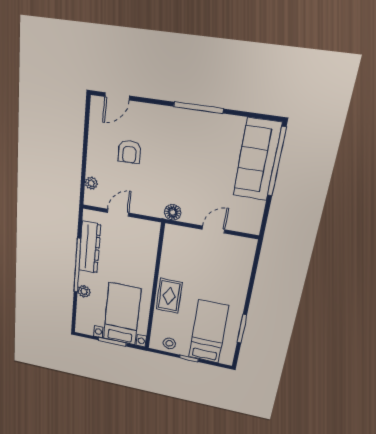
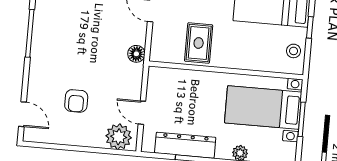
armchair: (129, 152) -> (76, 101), turned 92
plant: (91, 183) -> (119, 137), width x1.88, depth x1.88
rug: (169, 296) -> (199, 43), moved, turned 90

